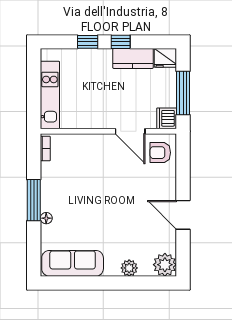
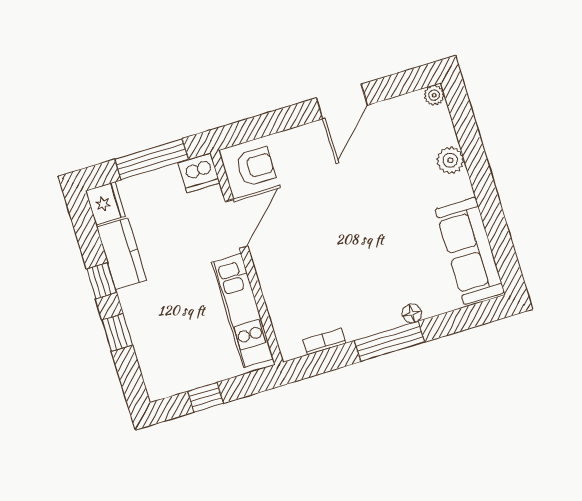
window: (34, 82) -> (205, 397), added
kitchen unit: (50, 95) -> (242, 310), moved, turned -90
bookcase: (45, 149) -> (324, 342), moved
armchair: (160, 153) -> (255, 167), turned -90
plant: (165, 265) -> (434, 95), width x0.53, depth x0.53

